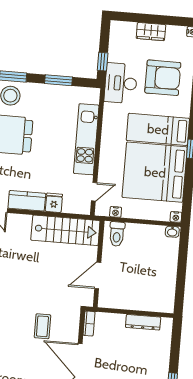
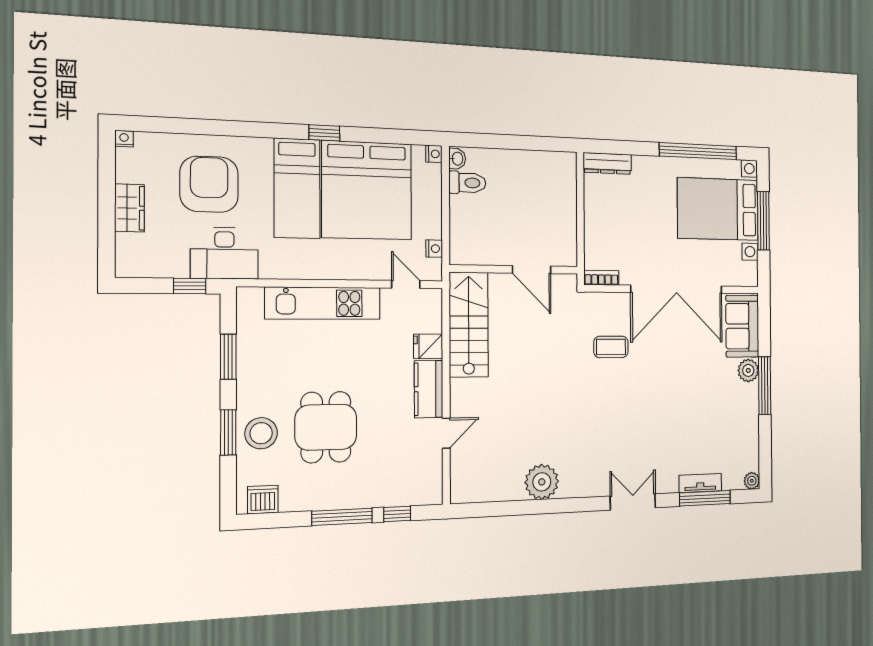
toilet: (117, 234) -> (467, 183), moved
dresser: (143, 322) -> (607, 163), moved, turned 90

